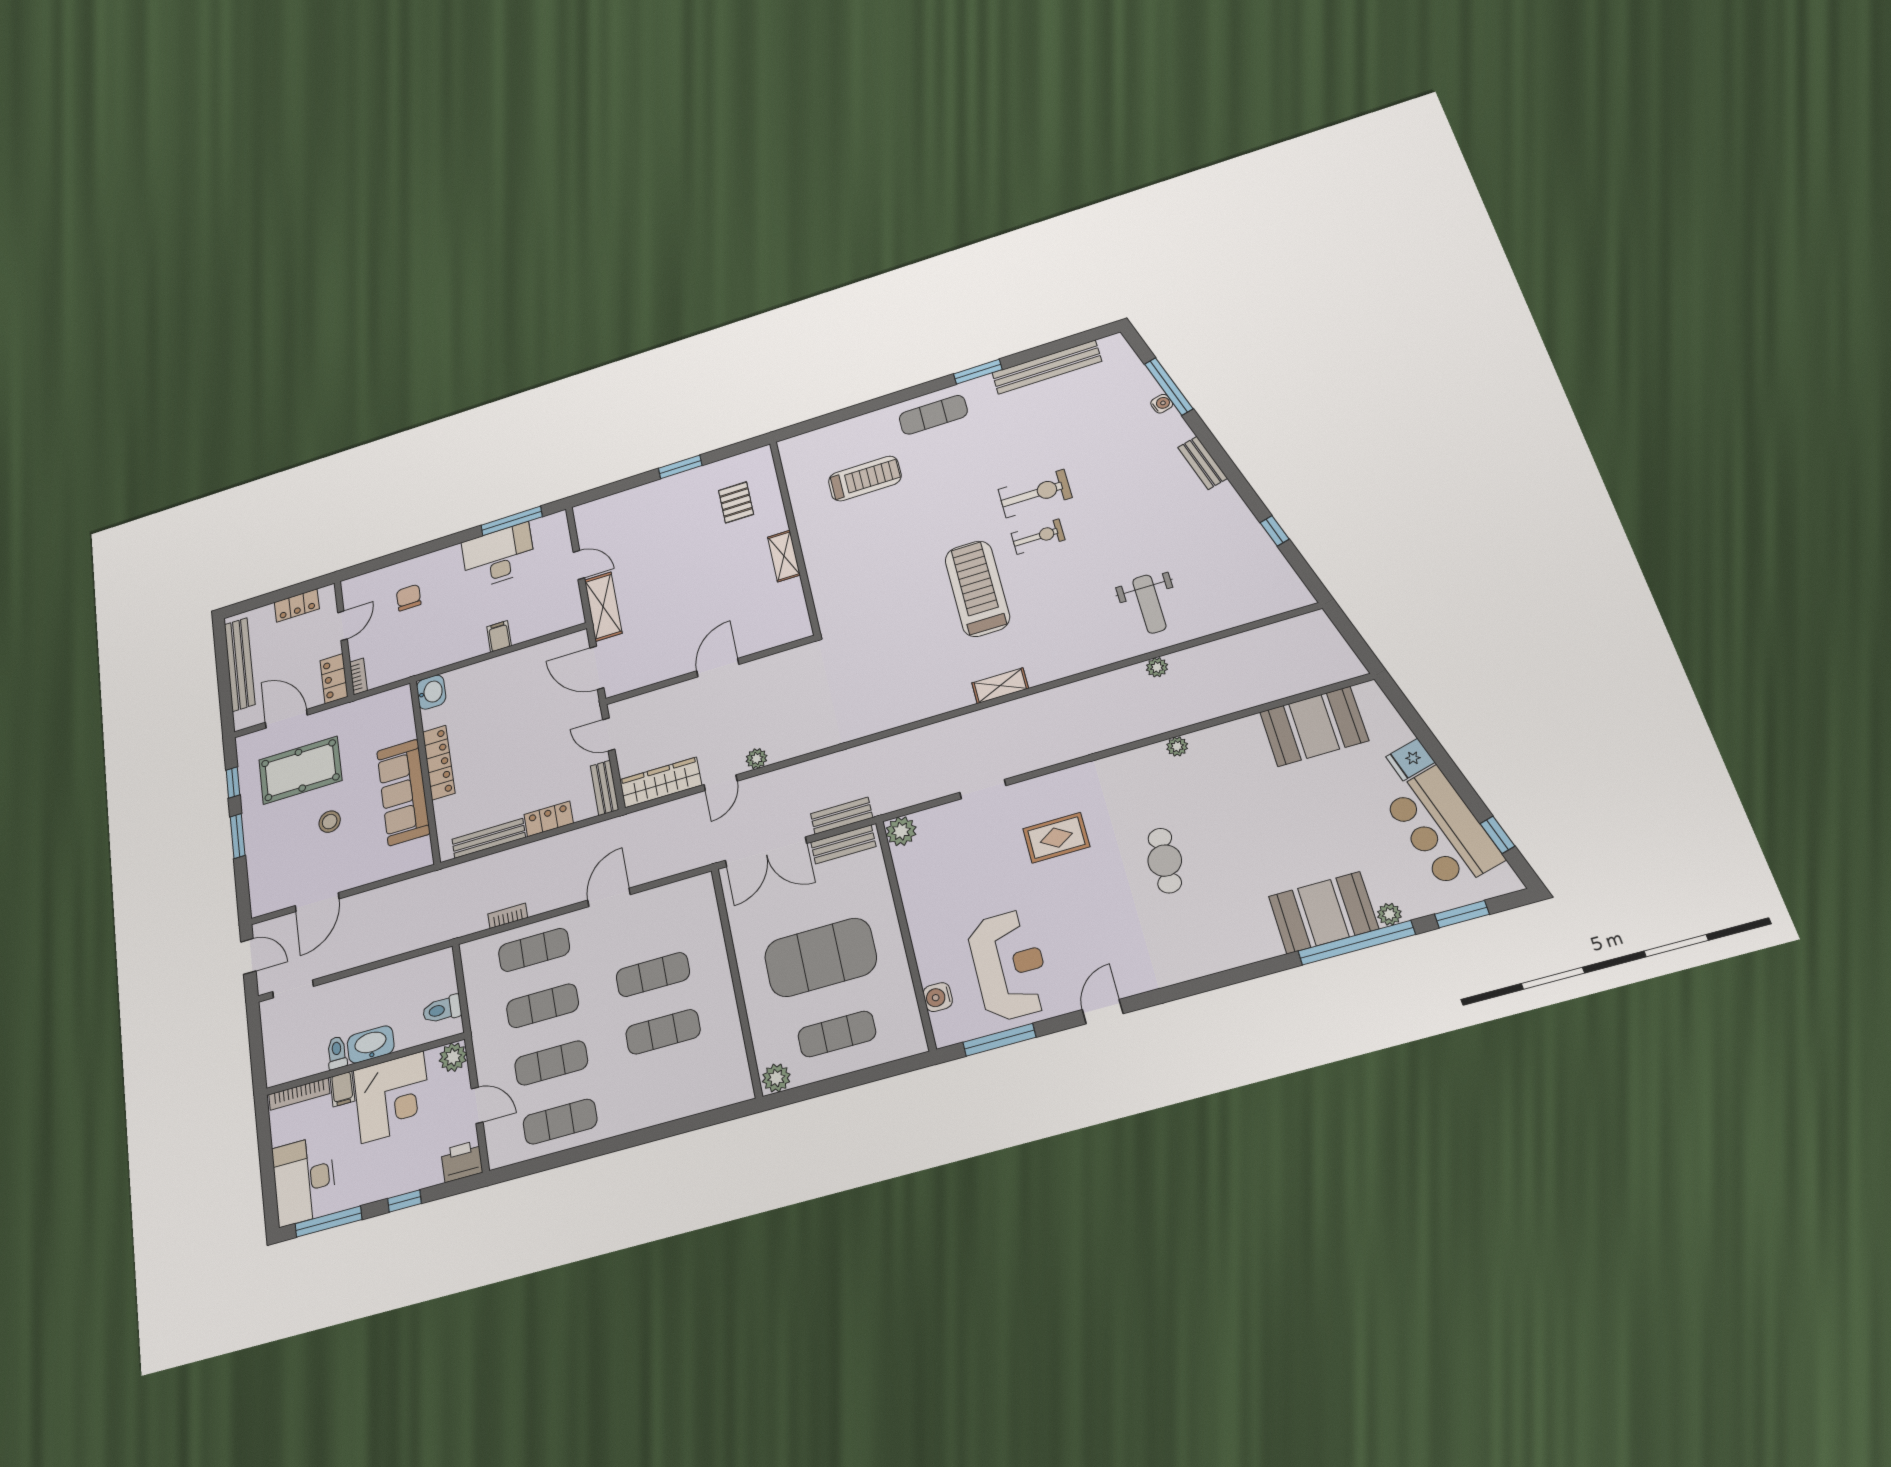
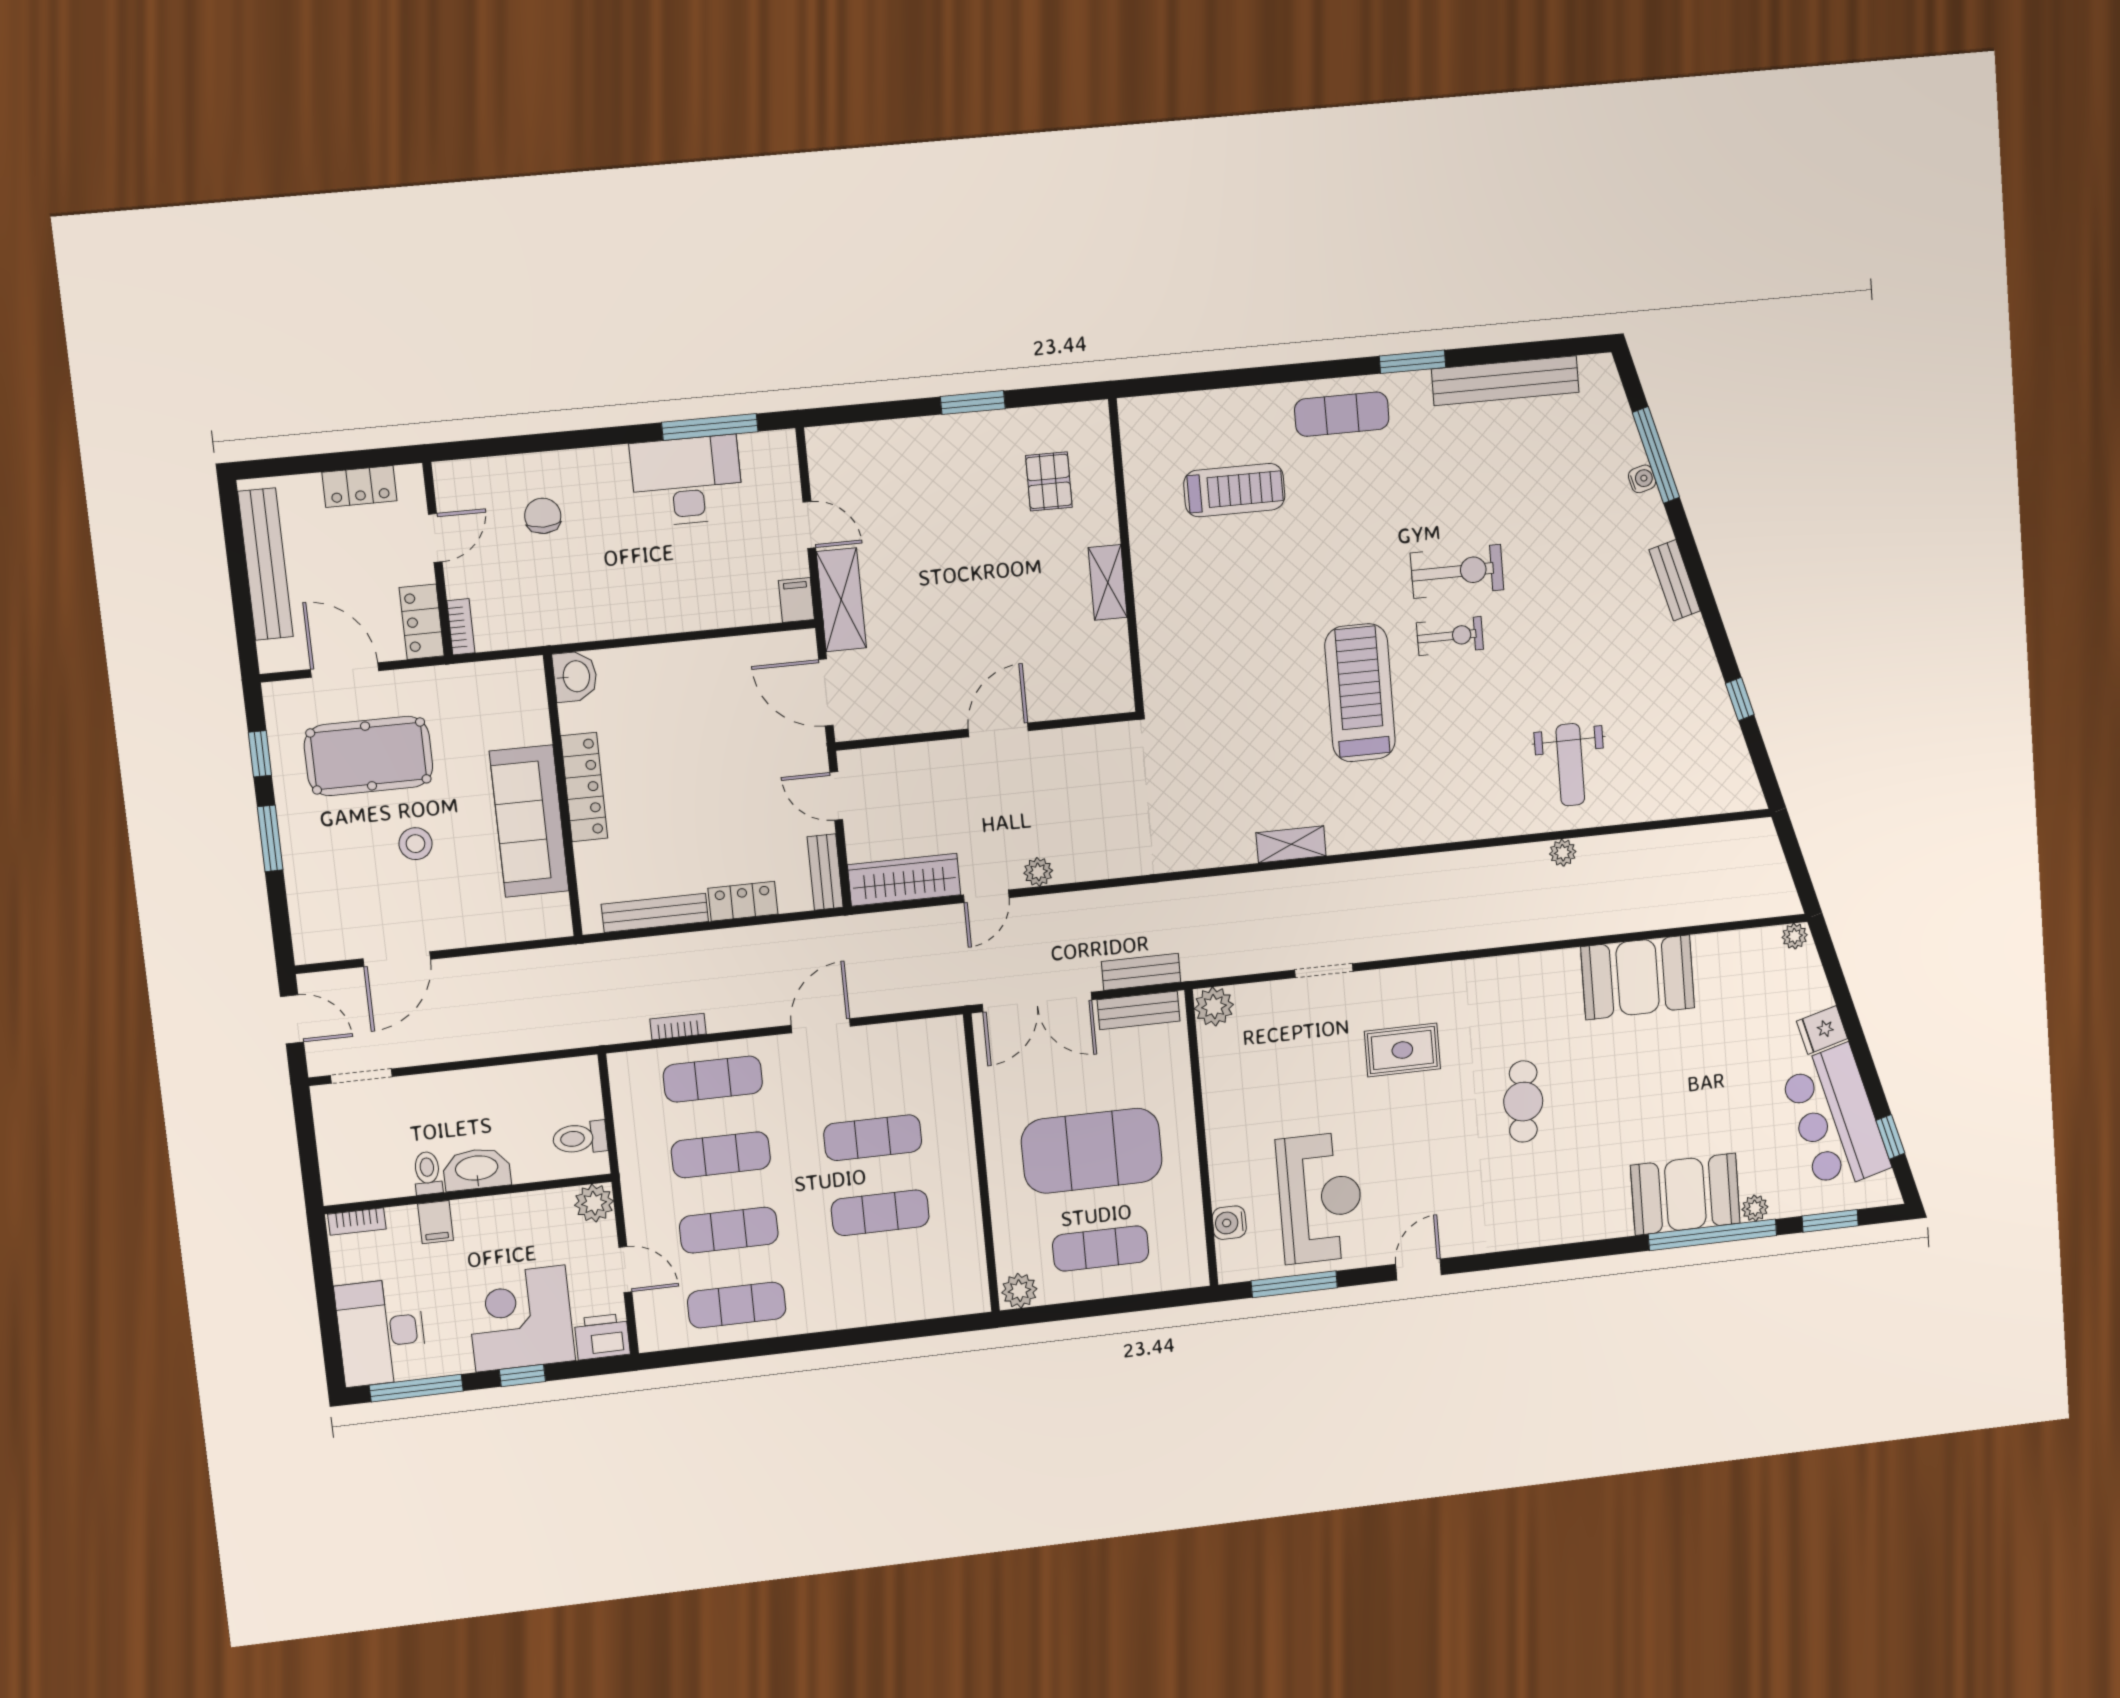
filing cabinet: (499, 636) -> (796, 600), moved
shelving: (1000, 686) -> (1291, 844), moved
booth: (1314, 726) -> (1638, 977), moved
plant: (1177, 746) -> (1795, 936), moved
bookcase: (299, 1094) -> (357, 1222), width x0.64
corner desk: (392, 1097) -> (521, 1319), moved, turned 180

